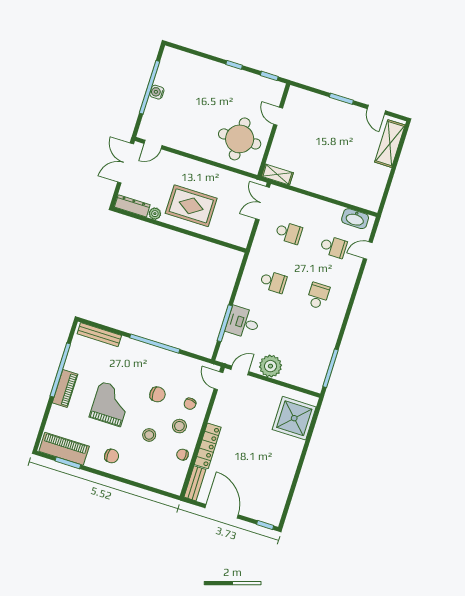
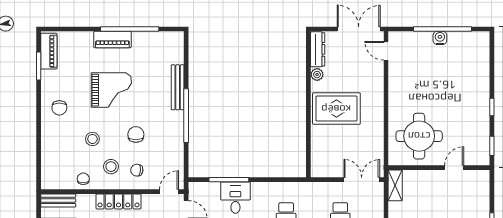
rug: (191, 206) -> (336, 109), turned 90
bench: (99, 335) -> (178, 87), moved
chair: (157, 394) -> (136, 134), turned 180
locker: (208, 446) -> (118, 201), moved
piano: (64, 449) -> (49, 51), width x0.73, depth x0.75

